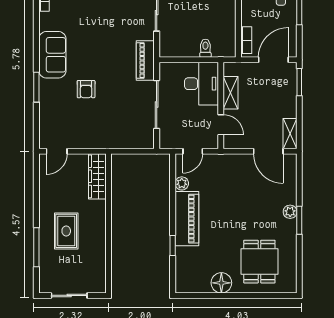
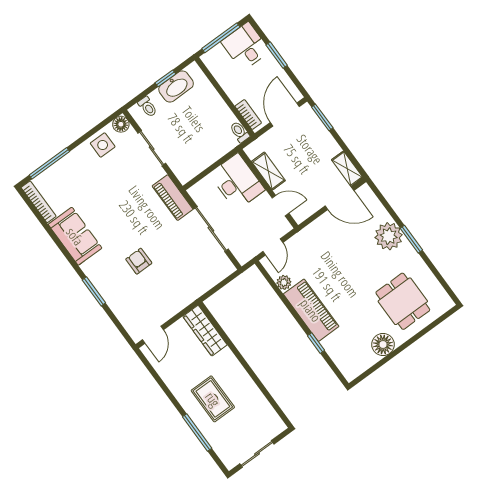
toilet: (205, 48) -> (240, 132), moved
sofa: (52, 55) -> (75, 236), moved
armchair: (86, 89) -> (139, 261), turned 180
plant: (290, 212) -> (389, 236), width x1.88, depth x1.88

